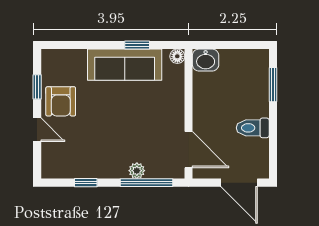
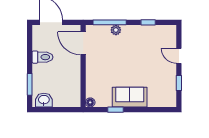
washbasin: (206, 60) -> (44, 100), moved
sofa: (125, 65) -> (130, 97), width x0.73
armchair: (61, 101) -> (164, 74), removed

